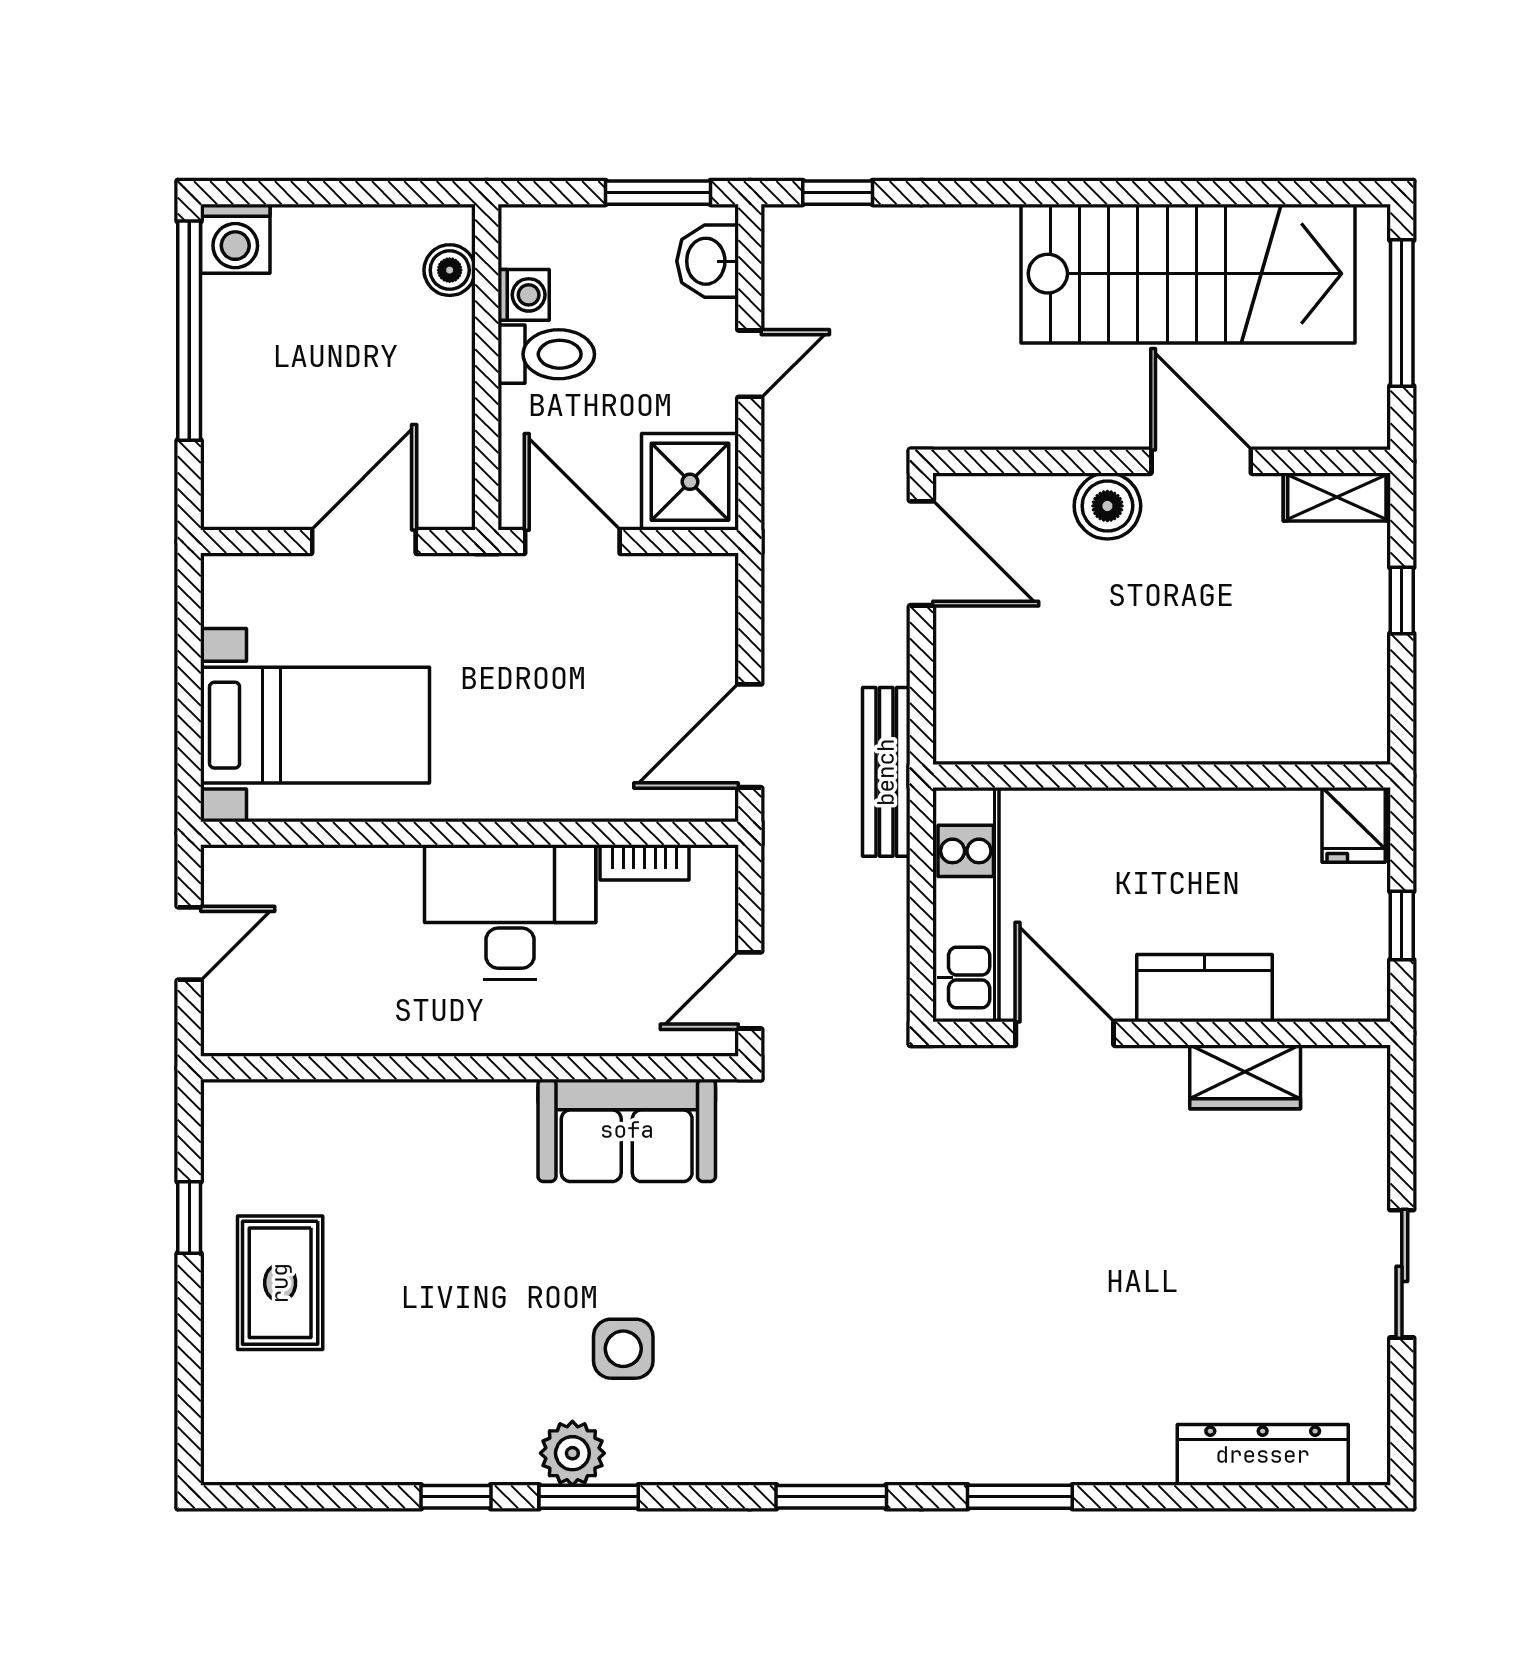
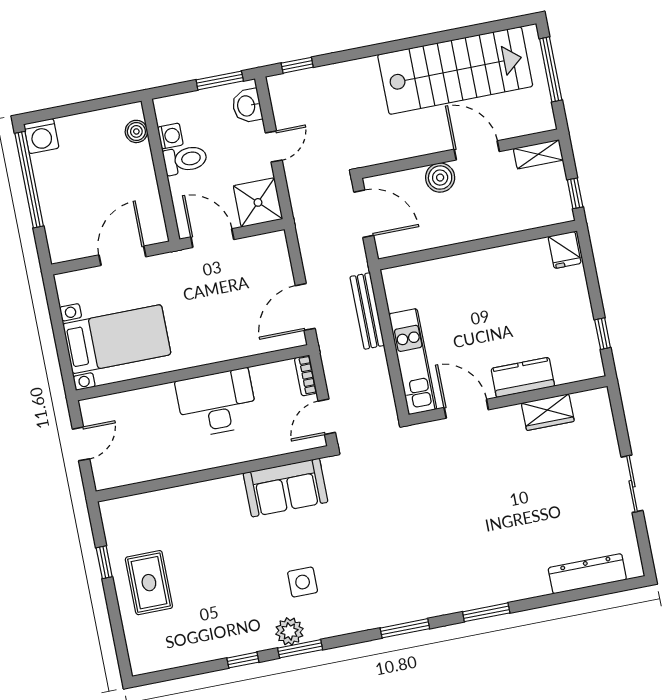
wall: (1162, 776) -> (478, 245), moved
fridge: (1354, 825) -> (565, 250), moved
bookcase: (645, 862) -> (306, 376), moved, turned 90

